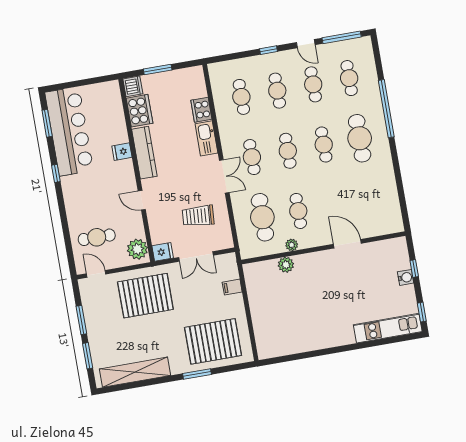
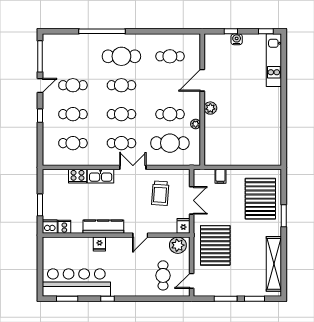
cafe table: (349, 78) -> (170, 56), moved
cooker: (140, 111) -> (64, 227), width x0.53, depth x0.76
plant: (286, 265) -> (210, 108), moved

